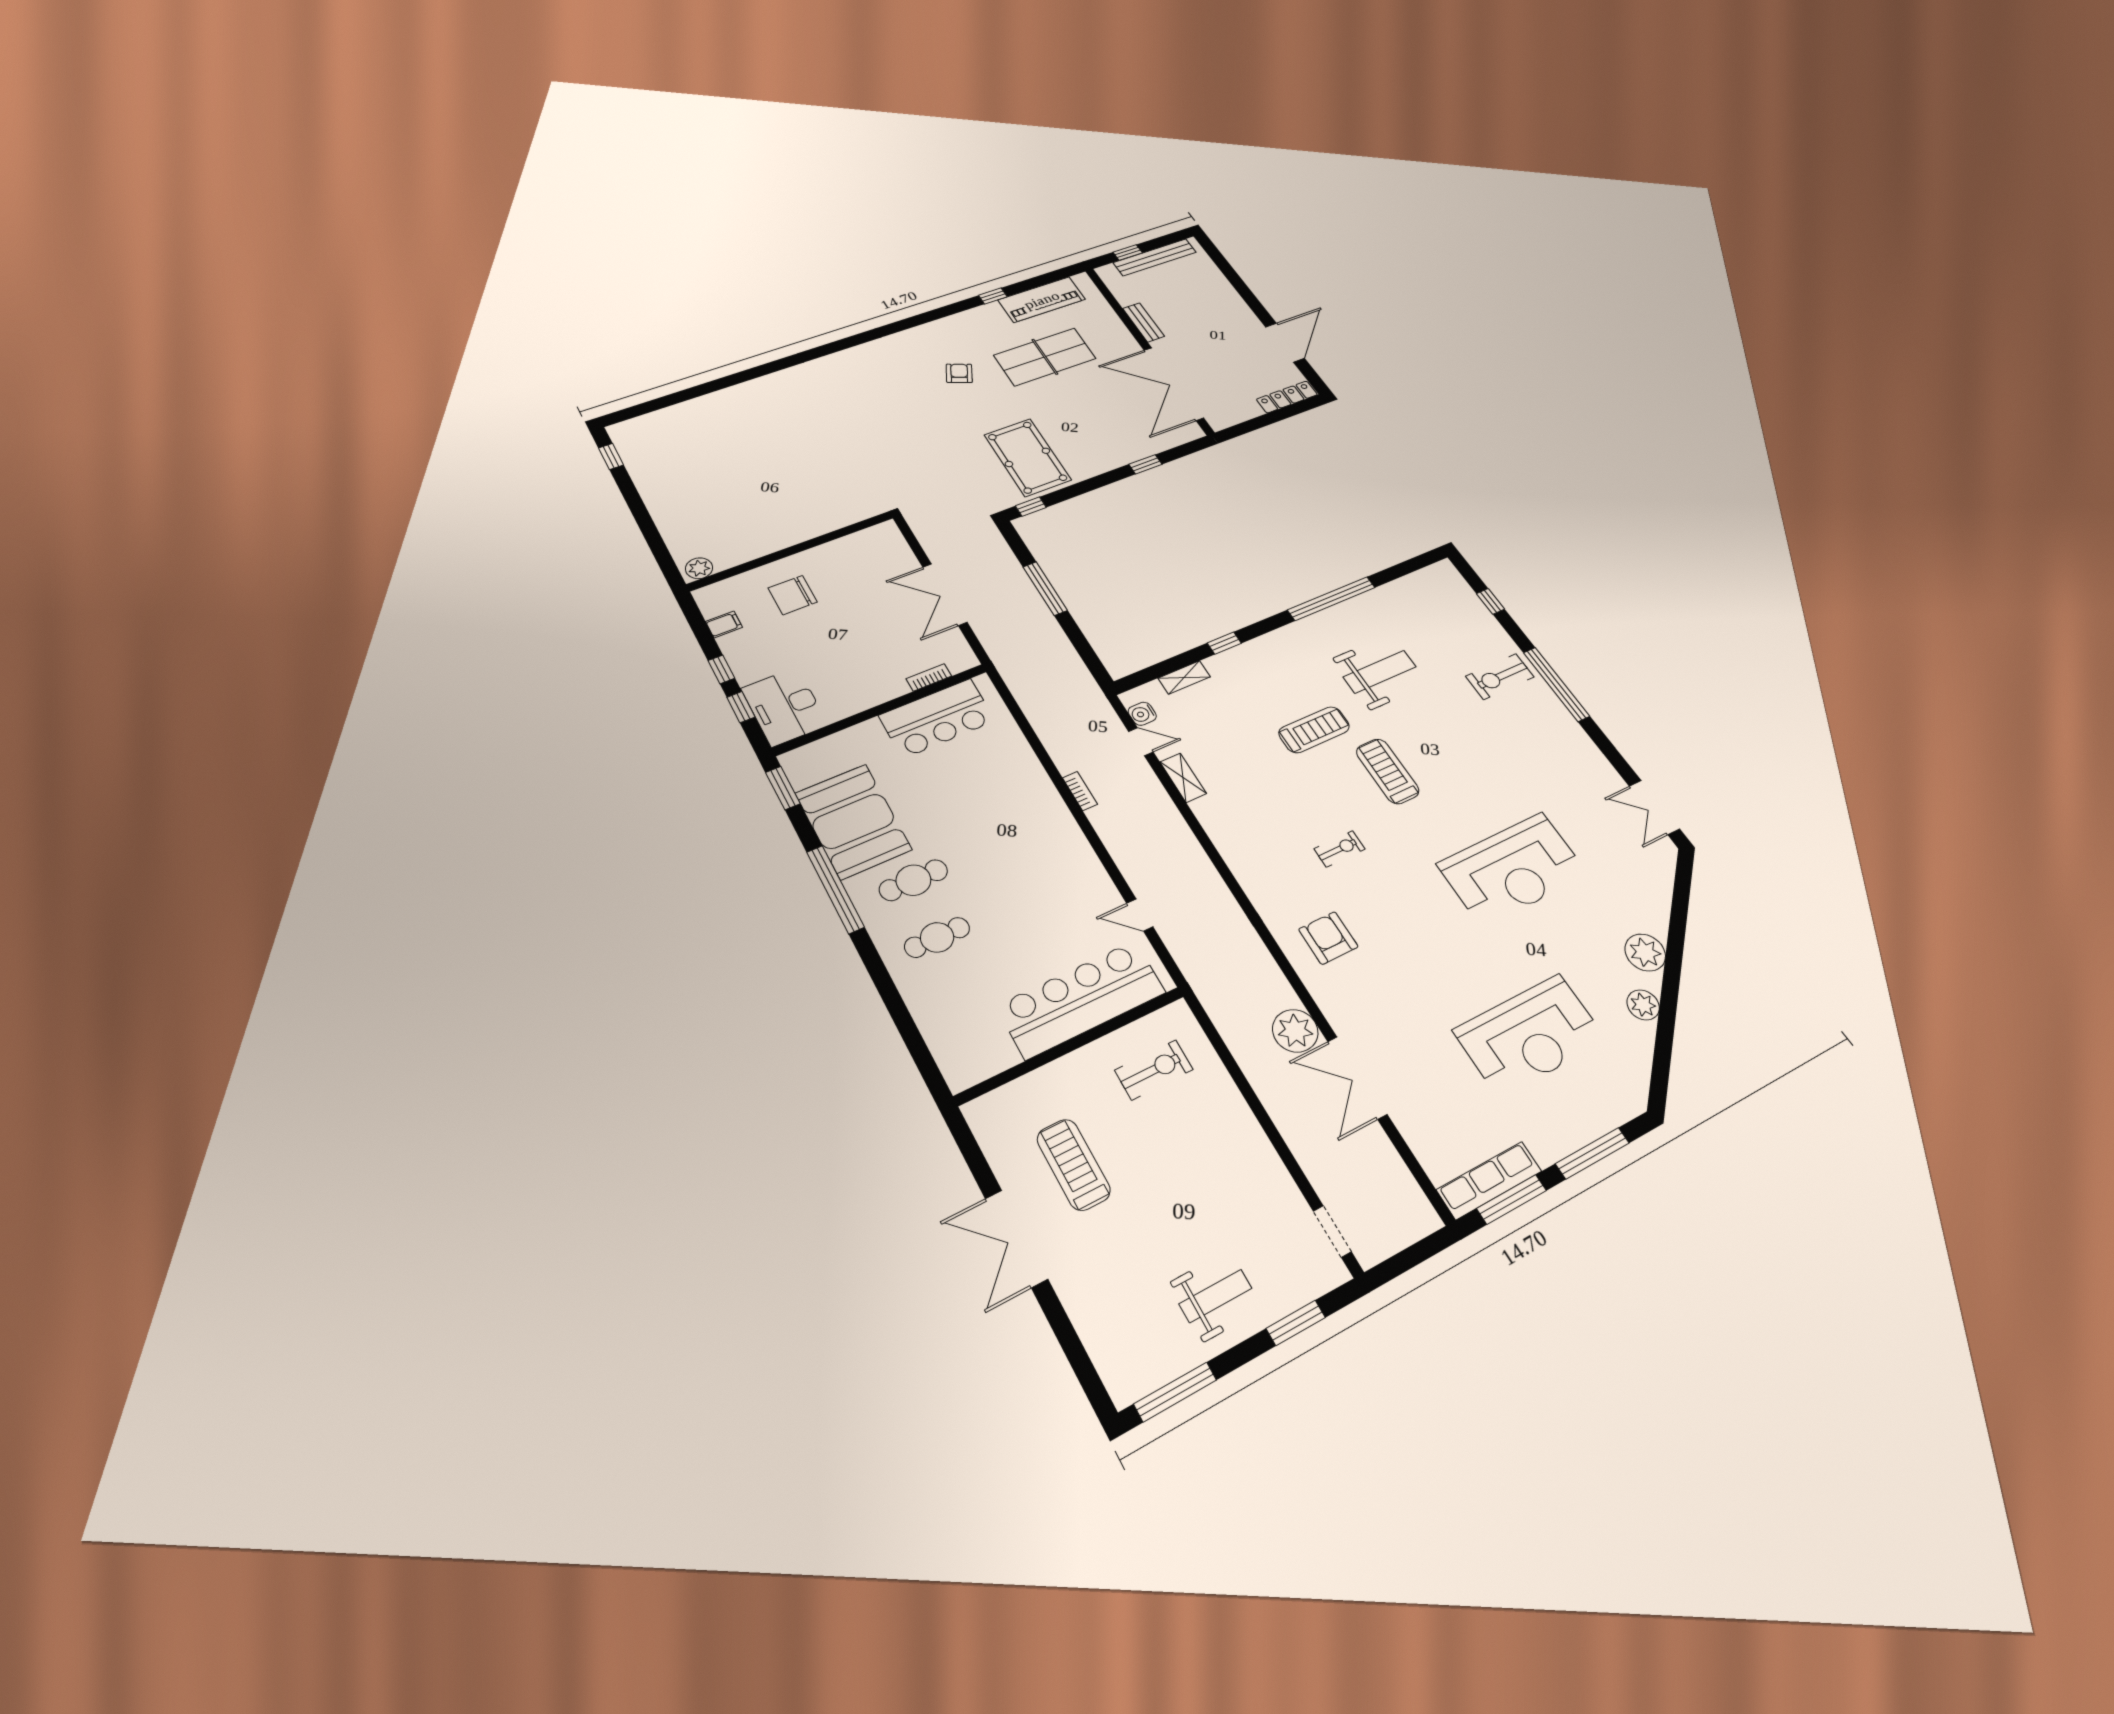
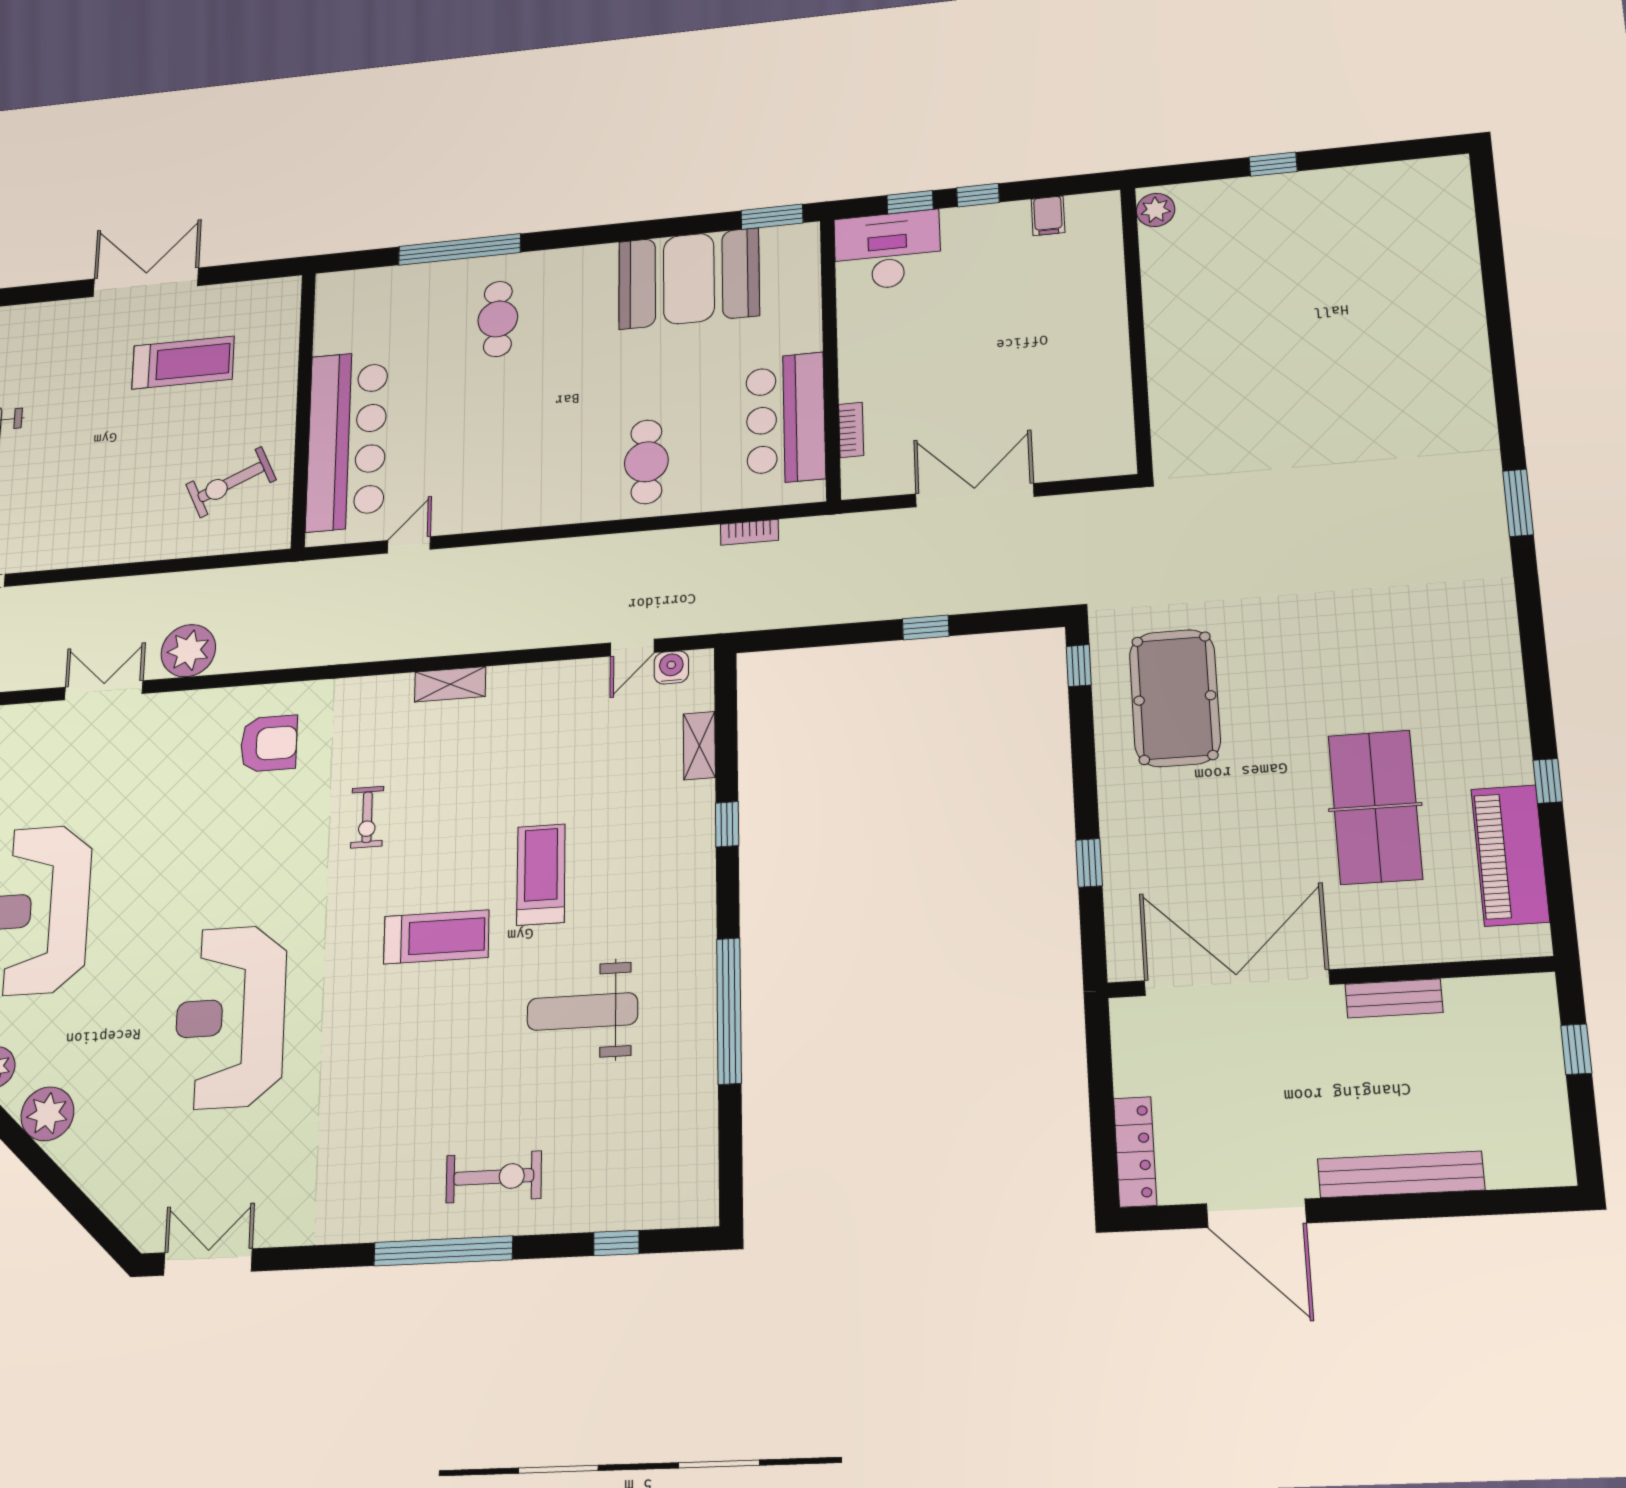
bench: (1155, 257) -> (1401, 1174), moved, turned 90
window: (835, 347) -> (1518, 503), added
armchair: (959, 373) -> (1389, 664), removed
window: (611, 456) -> (1273, 164), moved
pool table: (1027, 457) -> (1175, 698), turned 90
window: (1045, 589) -> (926, 627), width x0.46
chair: (793, 595) -> (1059, 309), removed
weight bench: (1380, 672) -> (582, 1012), turned 90
exercise bike: (1500, 677) -> (494, 1177), turned 90
treadmill: (1314, 730) -> (541, 875), turned 180
shelving: (1183, 778) -> (450, 684), moved
bookcase: (1080, 791) -> (749, 532), moved
cafe table: (913, 880) -> (646, 462), moved
window: (835, 889) -> (460, 249), moved
exercise bike: (1154, 1070) -> (231, 482), turned 66
double door: (1357, 1078) -> (104, 690), width x0.73

